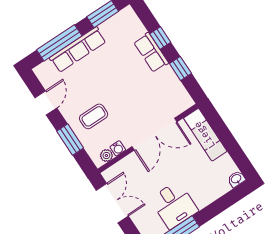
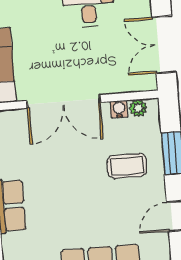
double door: (154, 134) -> (64, 102), swing flipped

